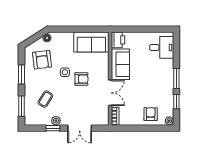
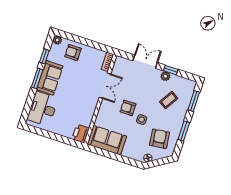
desk: (162, 47) -> (43, 109), width x1.37
sofa: (120, 64) -> (50, 78), moved, turned 180
double door: (110, 93) -> (105, 86), swing flipped
armchair: (151, 114) -> (73, 53), turned 90

